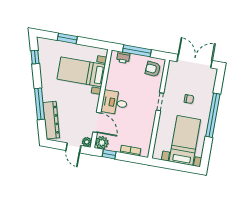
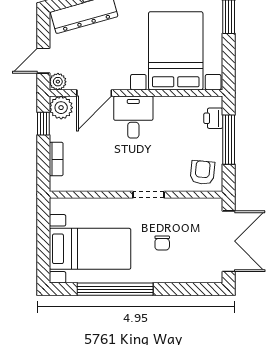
bed with nightstands: (81, 72) -> (176, 51), width x1.36
window: (213, 115) -> (115, 289), moved

